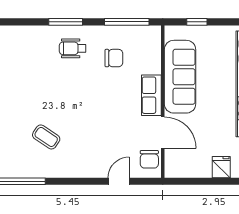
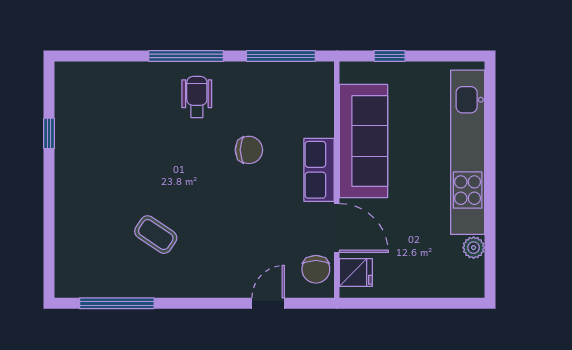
window: (66, 22) -> (186, 56), width x1.44
wheelchair: (73, 48) -> (197, 97), turned 90
chair: (114, 58) -> (249, 150), moved
fridge: (221, 167) -> (356, 273), moved, turned 90

